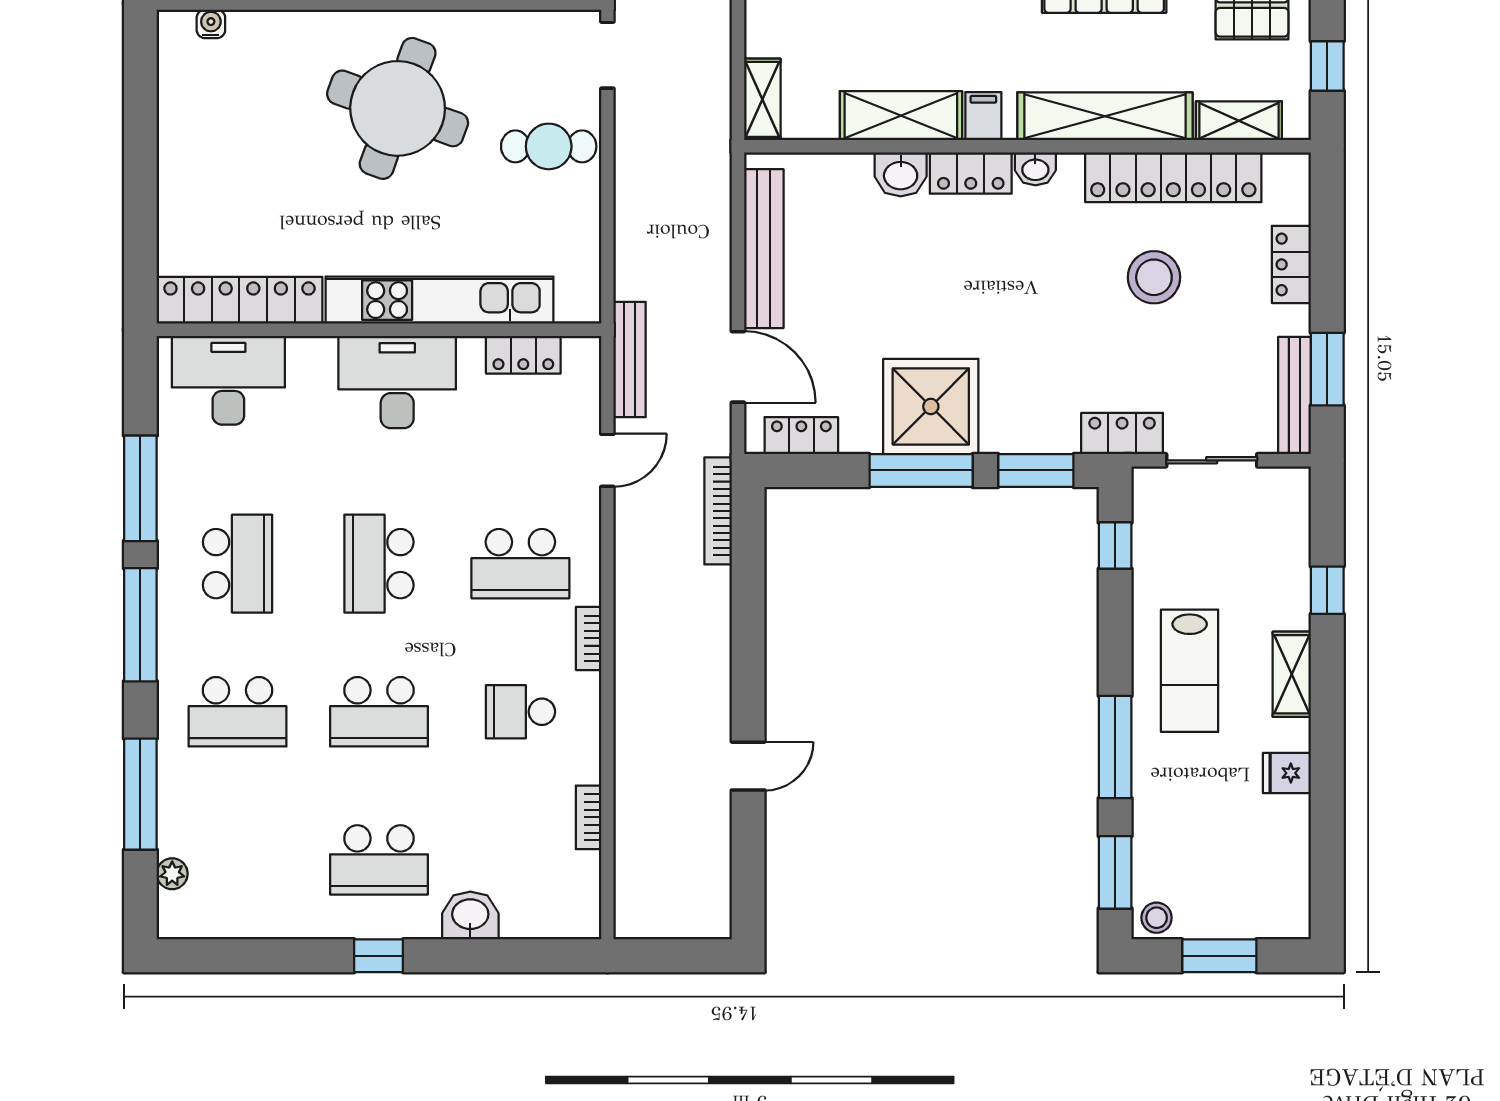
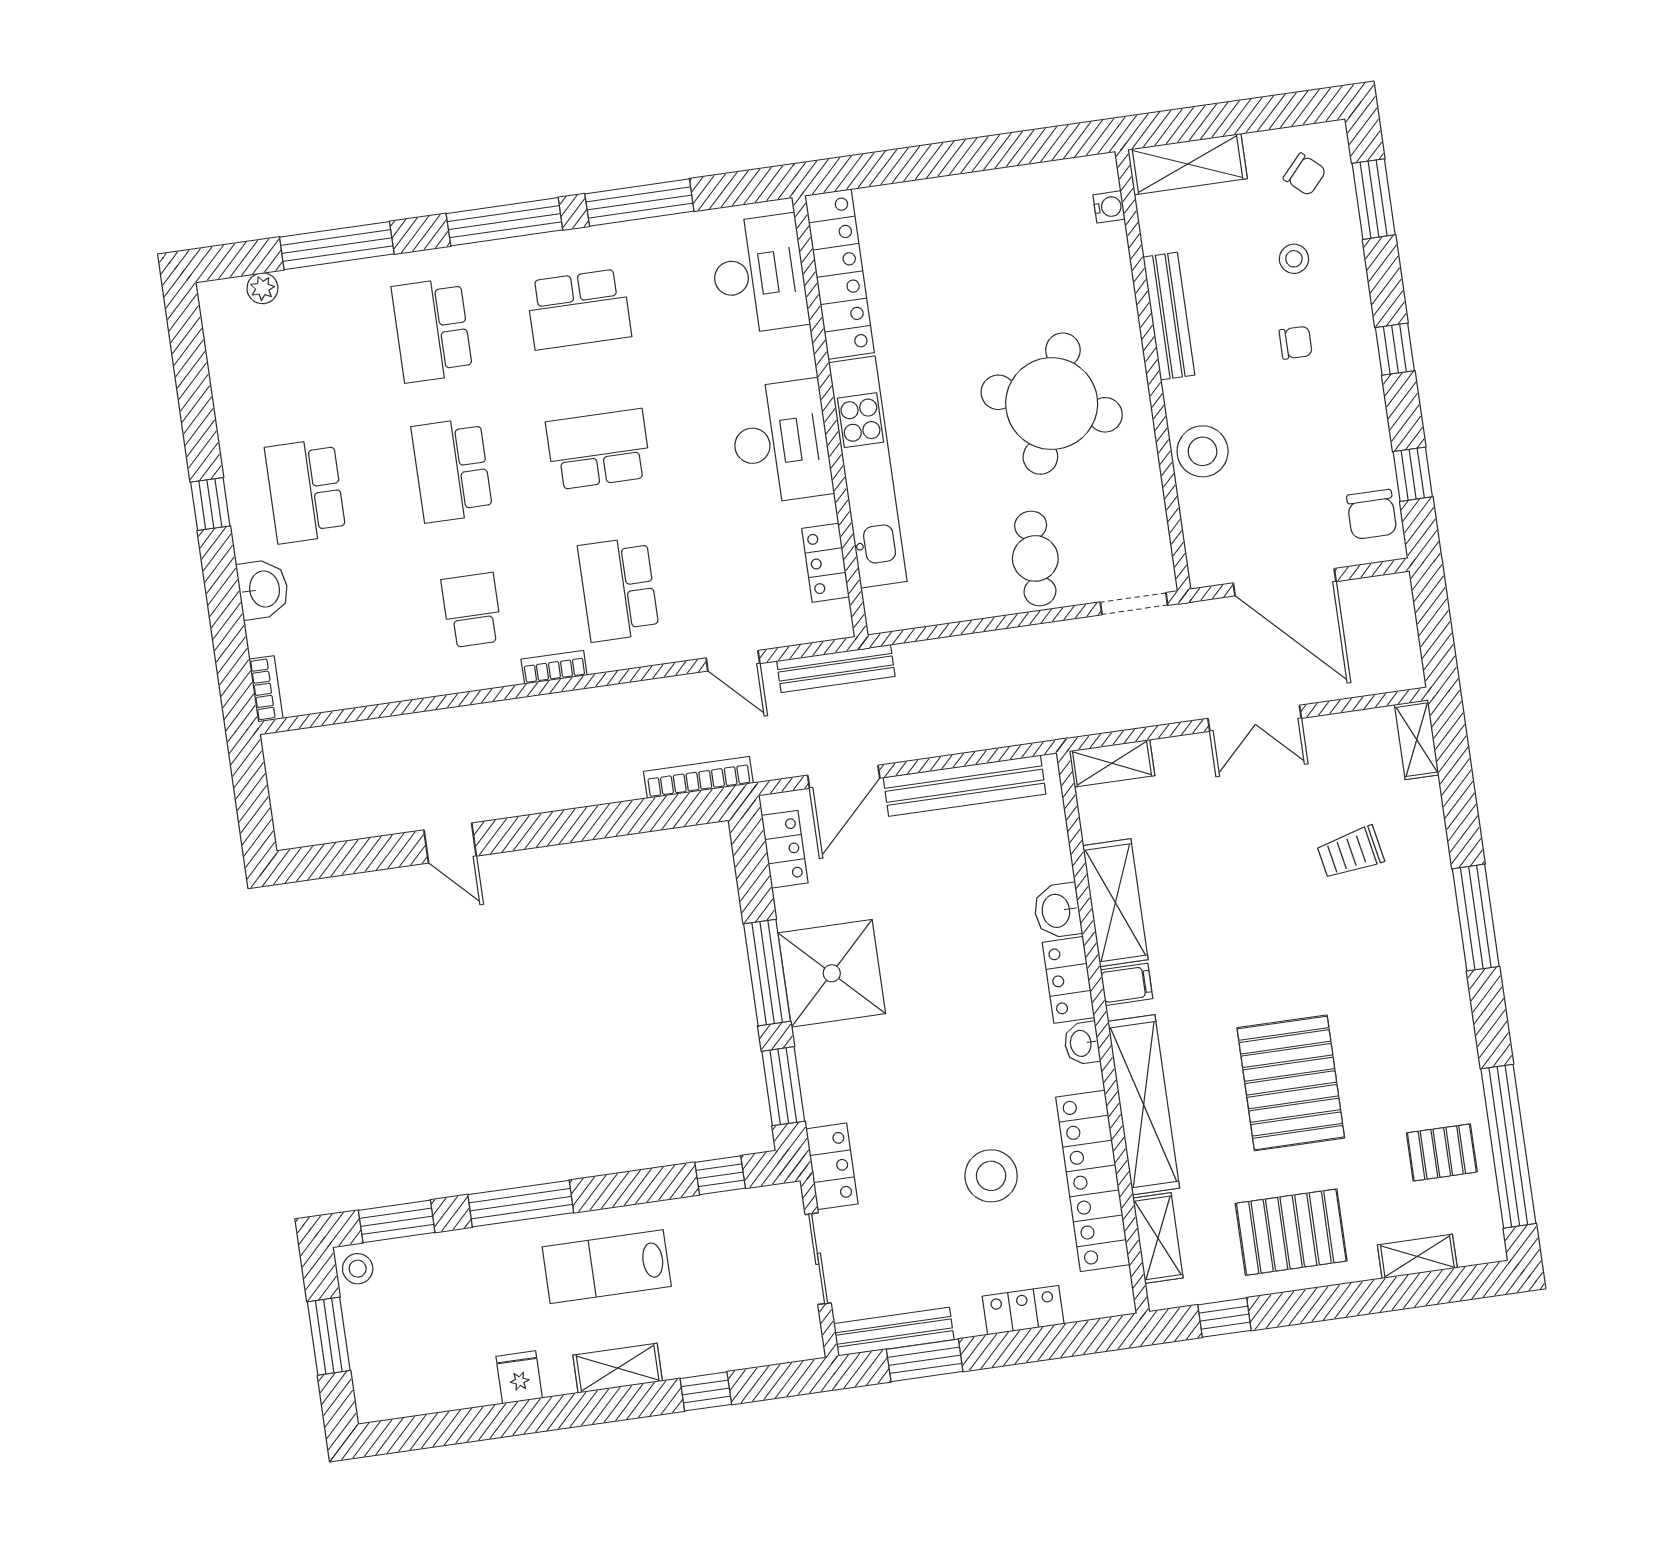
bookcase: (589, 817) -> (266, 689), moved, turned 90

